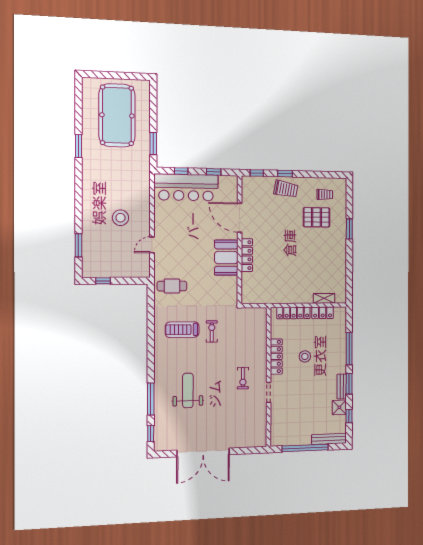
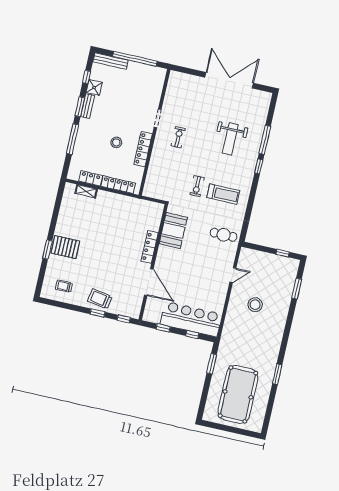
pallet: (317, 217) -> (65, 247), moved
booth: (226, 258) -> (173, 231), moved
window: (151, 434) -> (259, 166), moved

